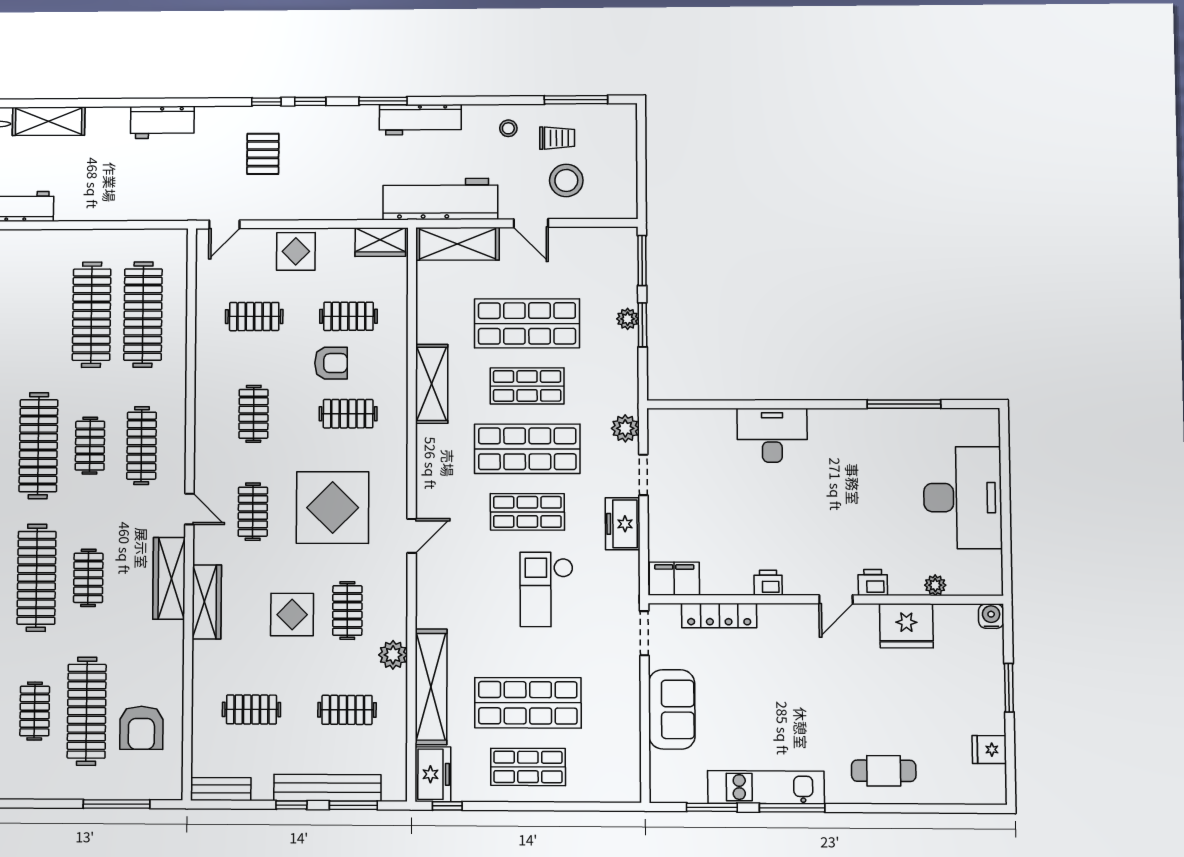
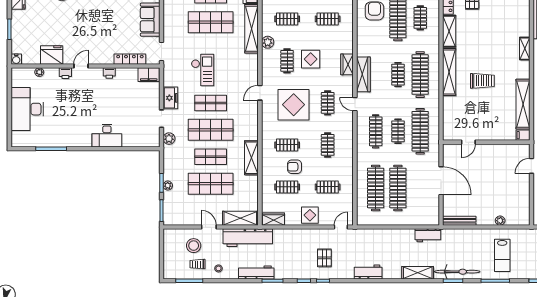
wardrobe: (207, 602) -> (347, 64), width x0.67

